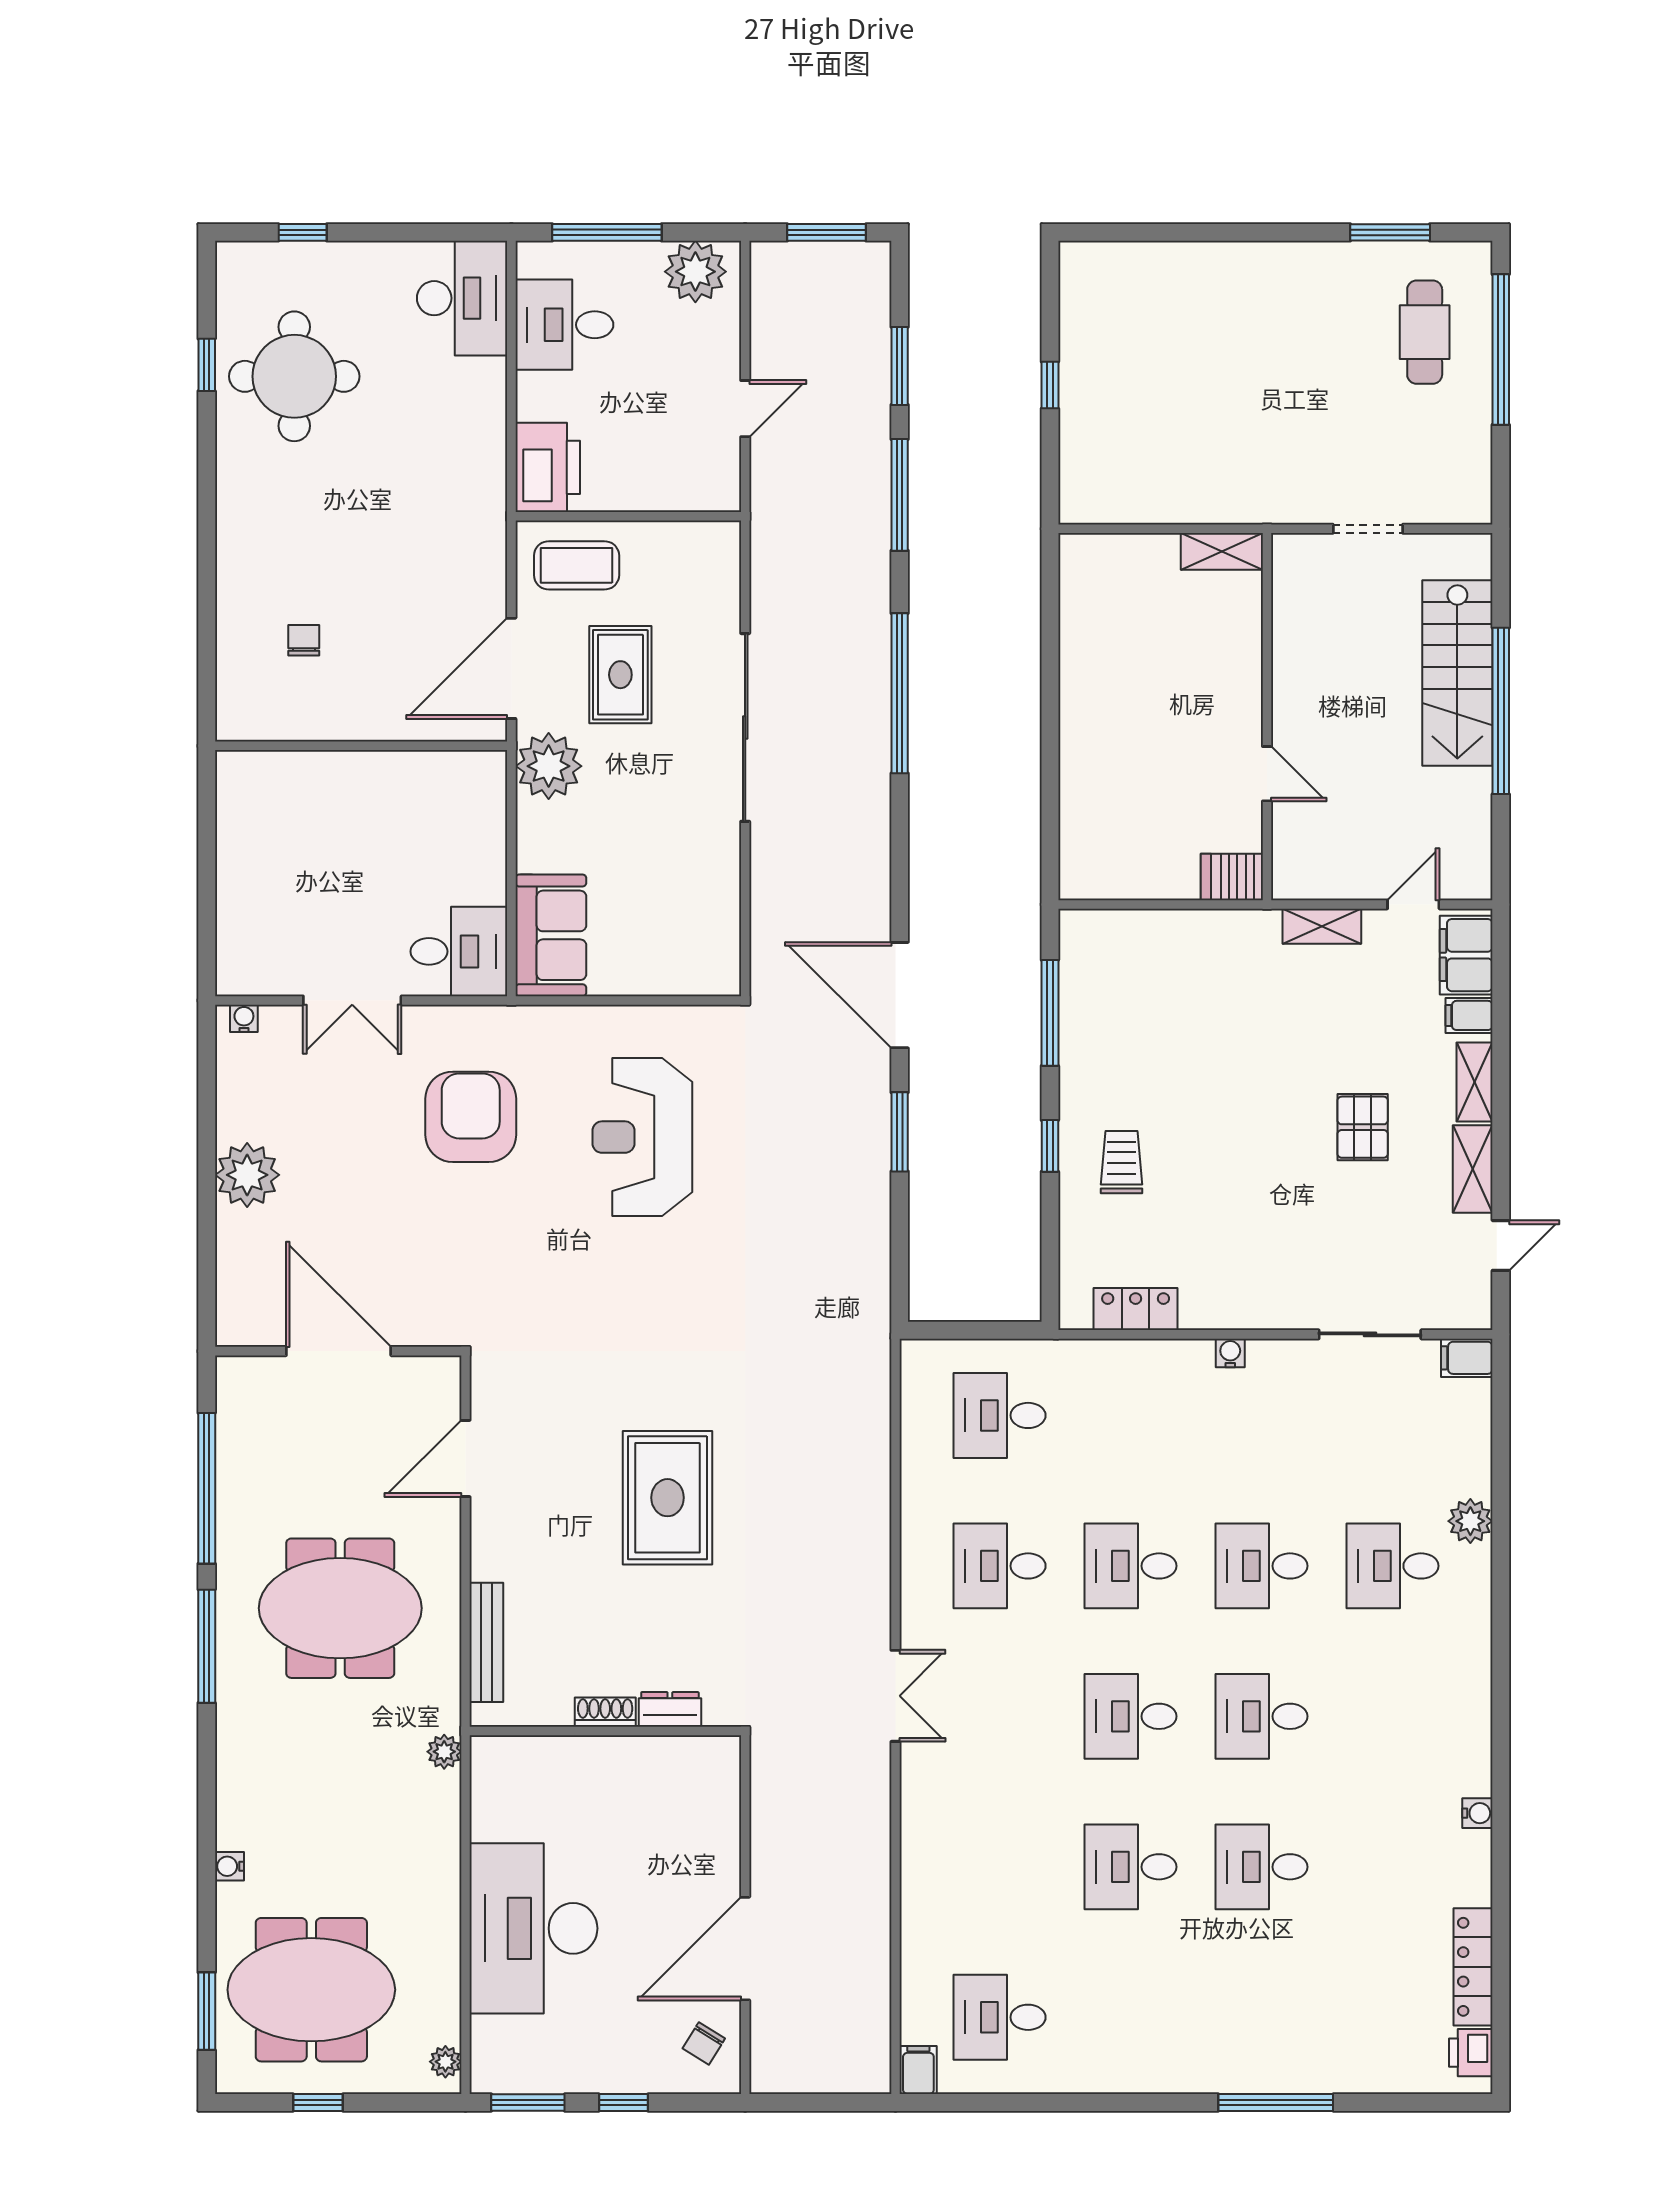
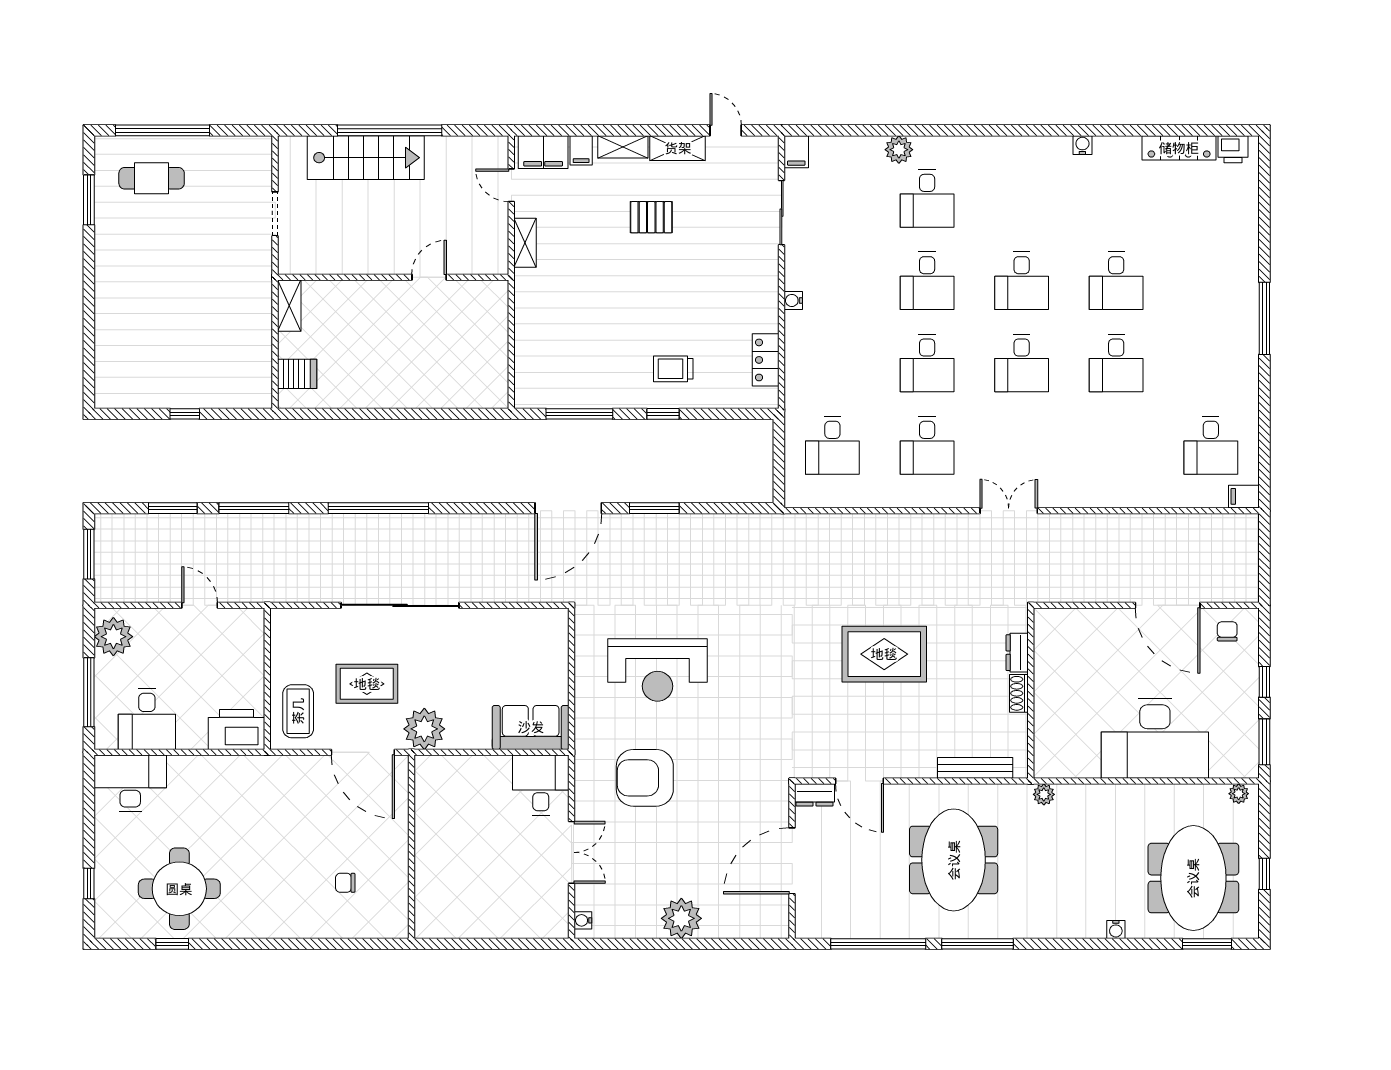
server rack: (1232, 877) -> (297, 374), moved, turned -90
dresser: (444, 1387) -> (815, 795), added
chair: (704, 2043) -> (1227, 631), turned -122
window: (1276, 2102) -> (1264, 318), moved

